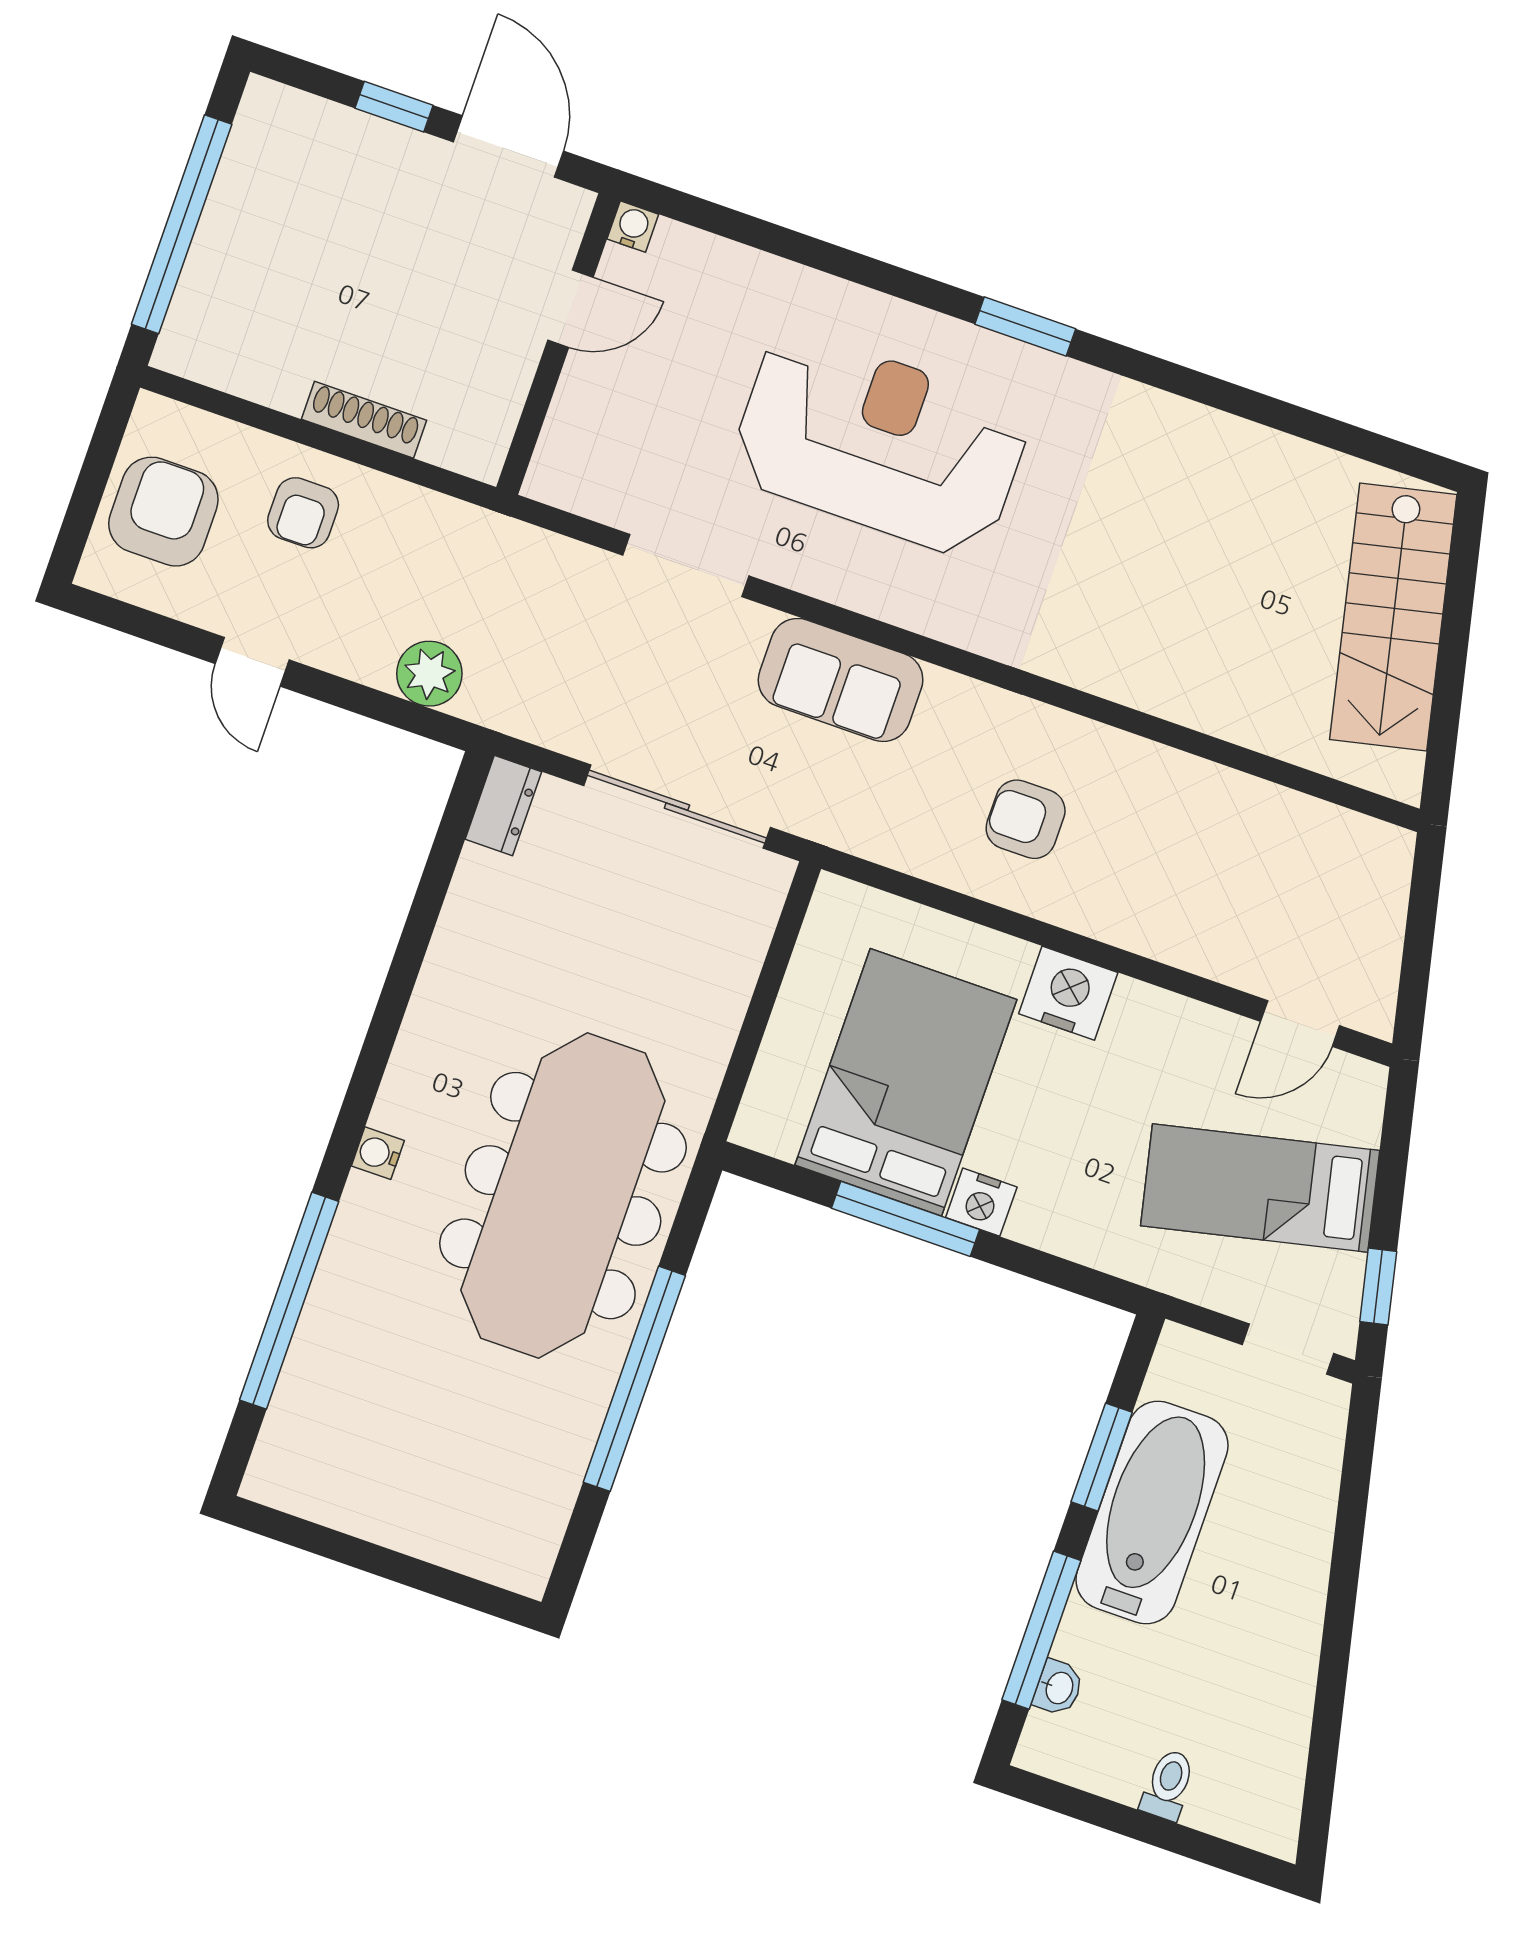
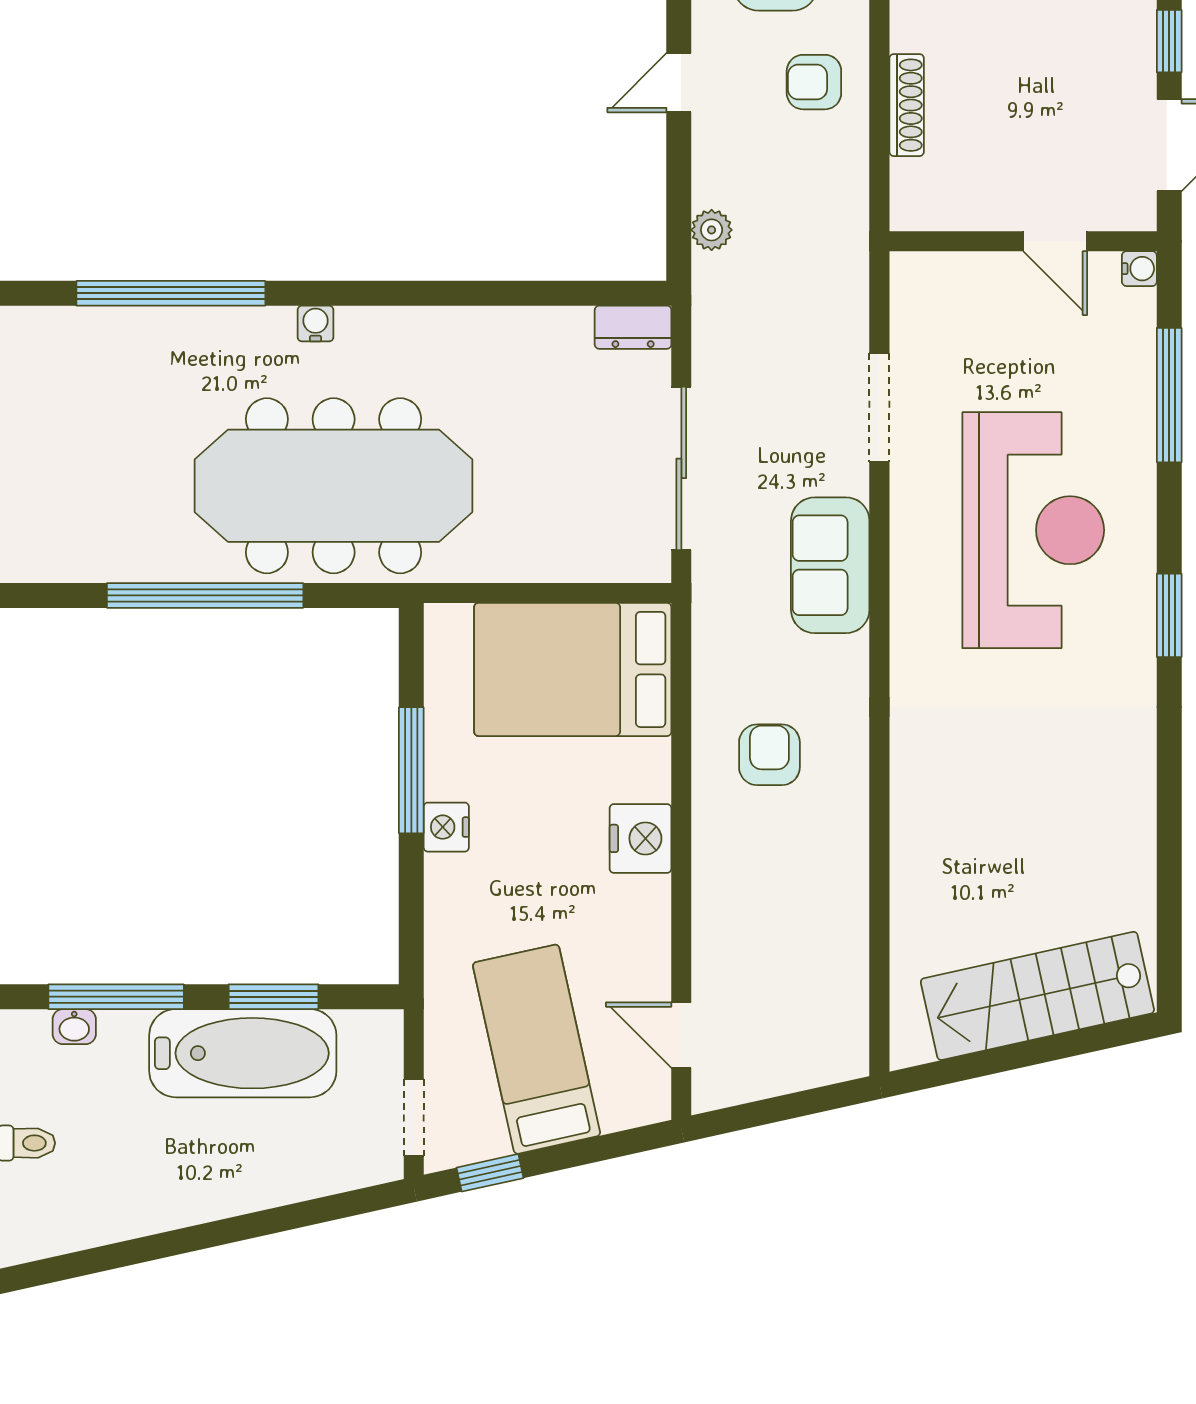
window: (783, 242) -> (1169, 395), added
plant: (429, 674) -> (712, 230), width x0.73, depth x0.73
bed: (906, 1082) -> (573, 669), moved, turned 180

